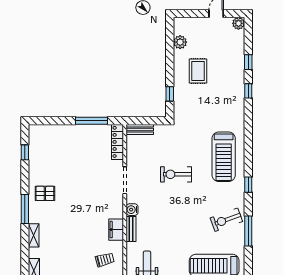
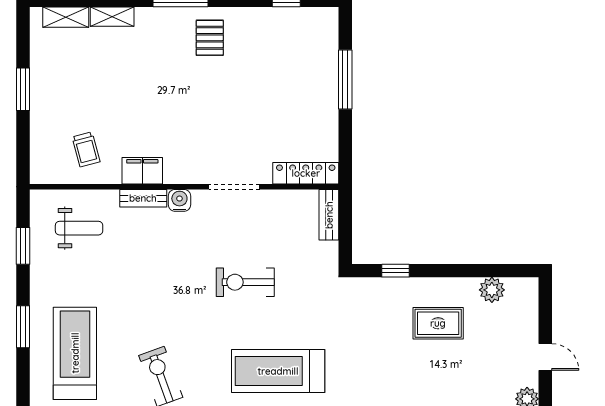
window: (91, 121) -> (345, 80), moved
exercise bike: (176, 174) -> (245, 282), turned -90
shelving: (34, 235) -> (112, 17), moved

